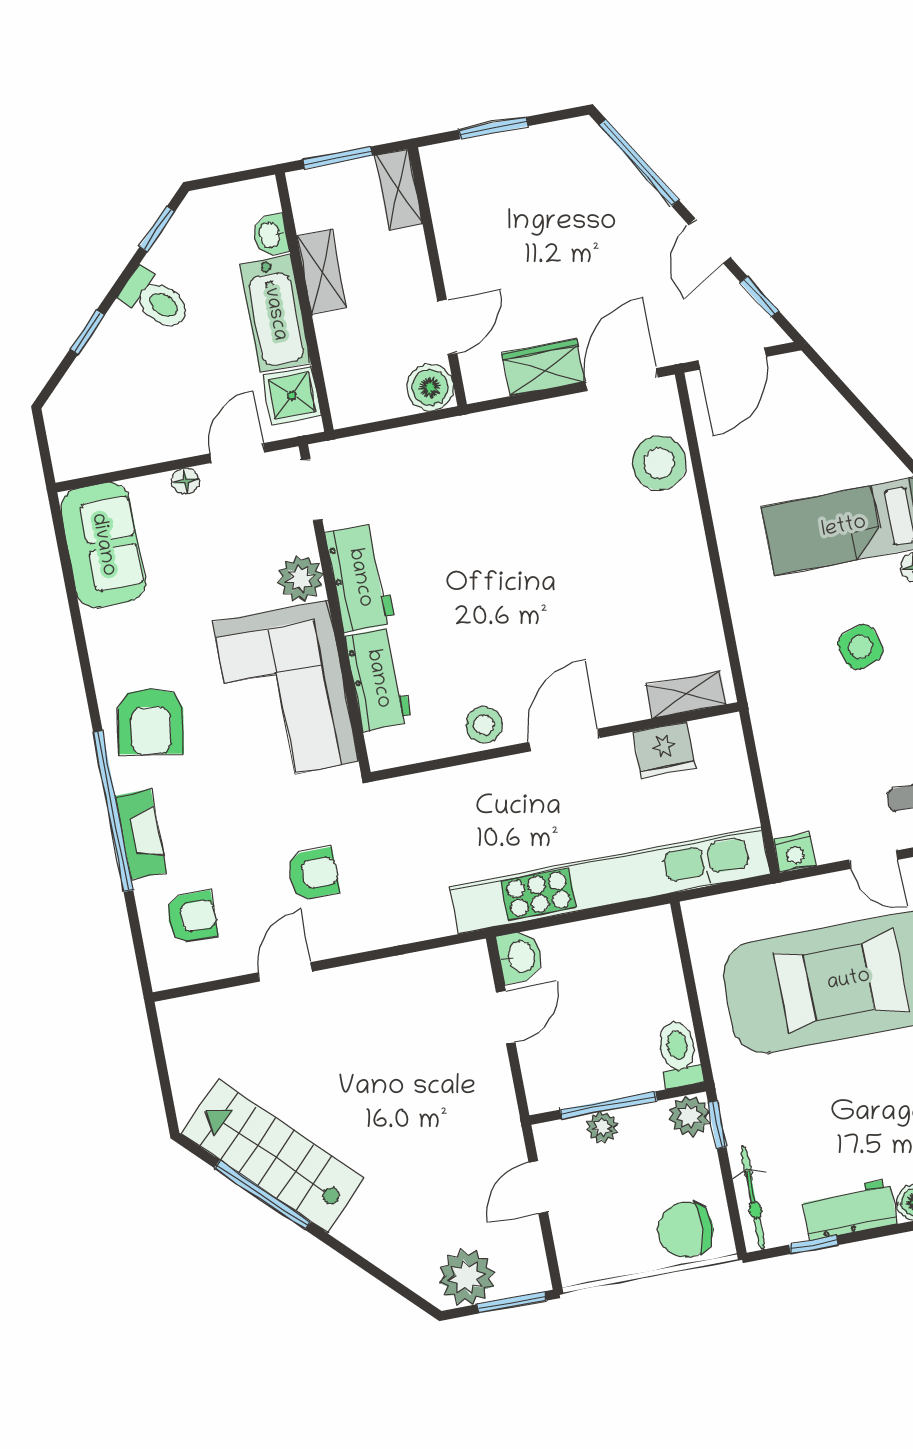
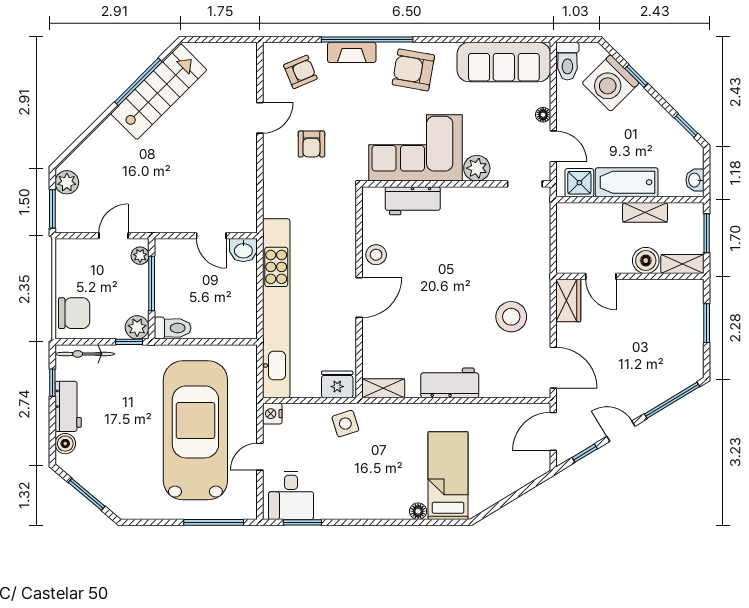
washbasin: (271, 235) -> (695, 180), moved, turned -90
toilet: (156, 300) -> (567, 61), moved, turned -45
door: (732, 359) -> (553, 431), hinge flipped
wardrobe: (543, 367) -> (568, 300), moved
washing machine: (108, 374) -> (611, 83), added
boiler: (430, 388) -> (646, 260), moved
stool: (659, 463) -> (511, 317), moved
sofa: (103, 545) -> (504, 62), width x1.36
workbench: (360, 578) -> (450, 383), moved, turned 180
side table: (861, 647) -> (345, 424), moved
shelving: (686, 695) -> (383, 388), moved, turned 90
door: (564, 740) -> (359, 298), hinge flipped
fridge: (664, 750) -> (337, 384), moved, turned 90
armchair: (192, 917) -> (300, 72), turned -113
door: (285, 972) -> (260, 118), hinge flipped
plant: (602, 1127) -> (140, 256), moved
door: (538, 1187) -> (114, 236), hinge flipped
chair: (686, 1230) -> (74, 313), turned 87
plant: (467, 1277) -> (67, 182), width x0.73, depth x0.73

